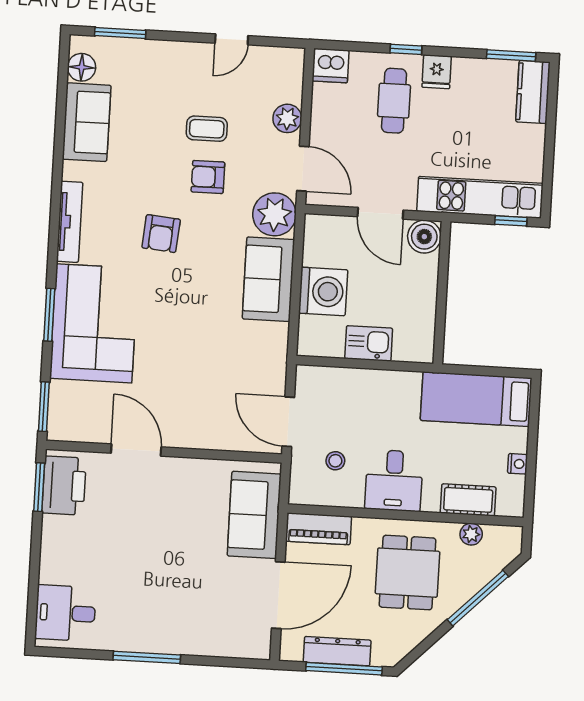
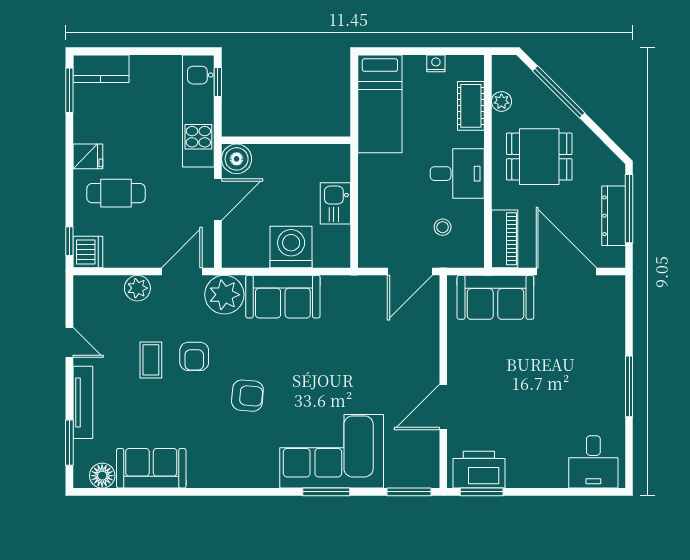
window: (406, 49) -> (69, 241), moved
tv unit: (70, 222) -> (83, 402), moved, turned 90

